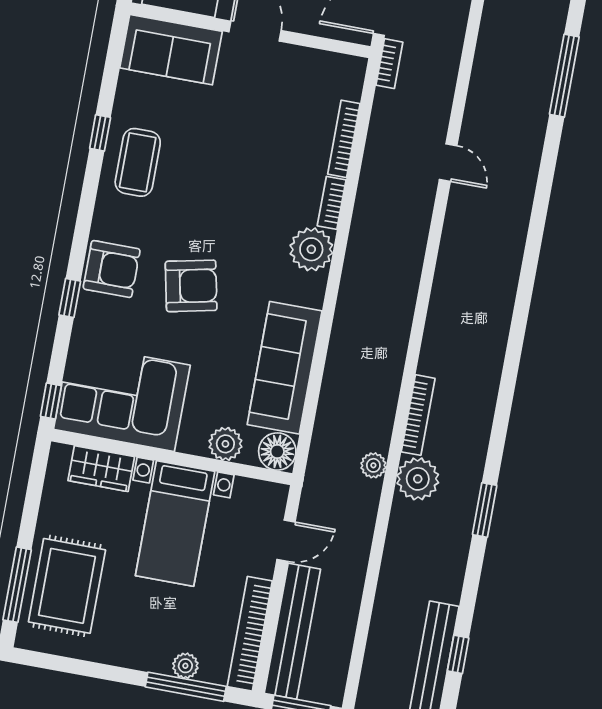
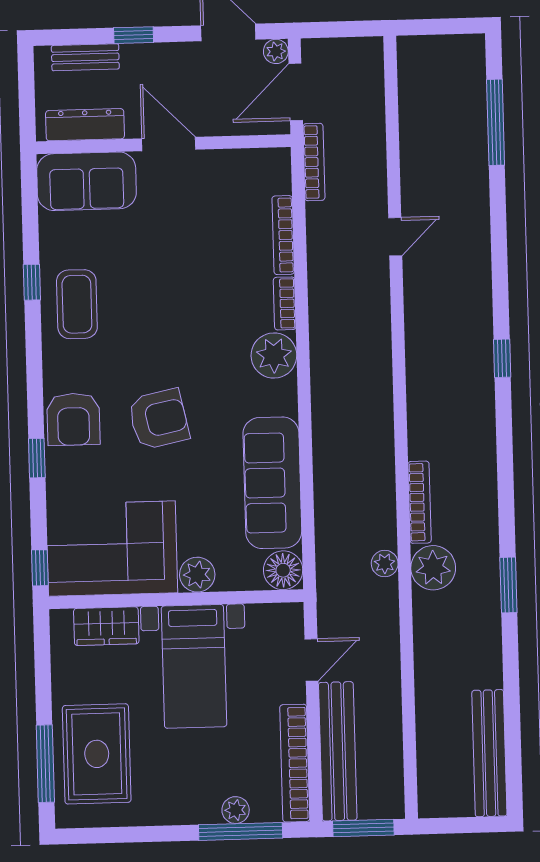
bookcase: (389, 64) -> (314, 162), width x1.56
door: (448, 163) -> (395, 237), hinge flipped
armchair: (112, 269) -> (73, 419), turned 90
plant: (225, 444) -> (197, 575), moved
window: (458, 654) -> (502, 358), moved

